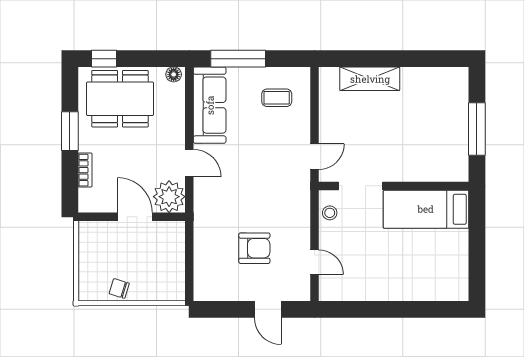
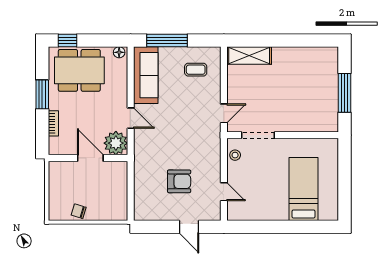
shelving: (370, 79) -> (249, 55), moved
bed: (426, 209) -> (303, 189), moved, turned 90

